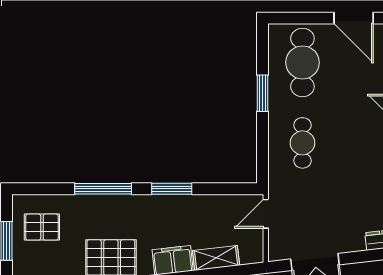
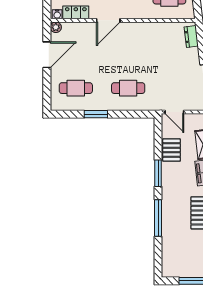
cafe table: (302, 62) -> (76, 88), width x0.73, depth x0.74
pallet: (42, 227) -> (172, 150), moved

